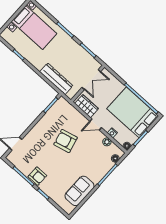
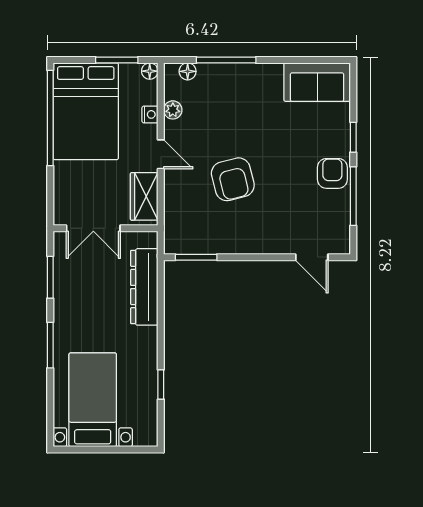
double door: (91, 79) -> (93, 228), swing flipped
sofa: (80, 191) -> (317, 82), moved

